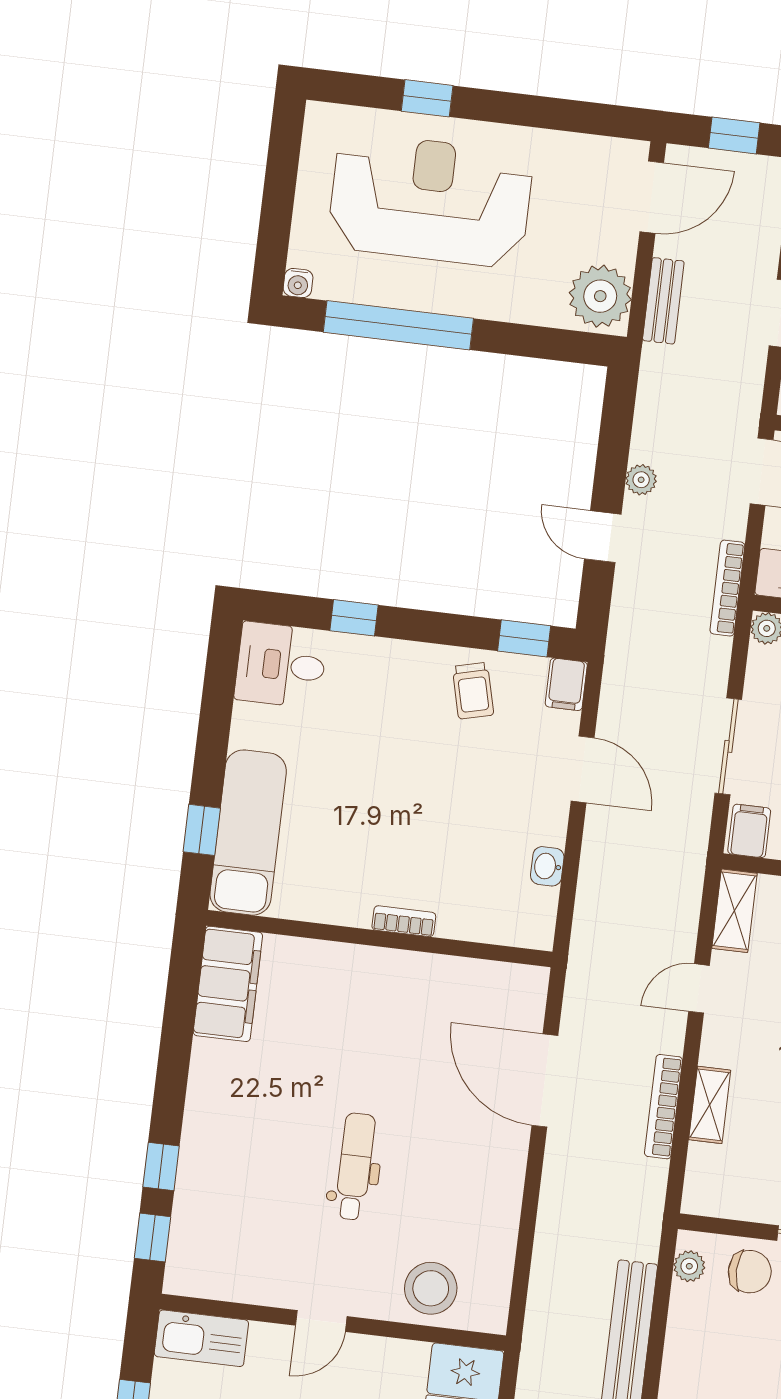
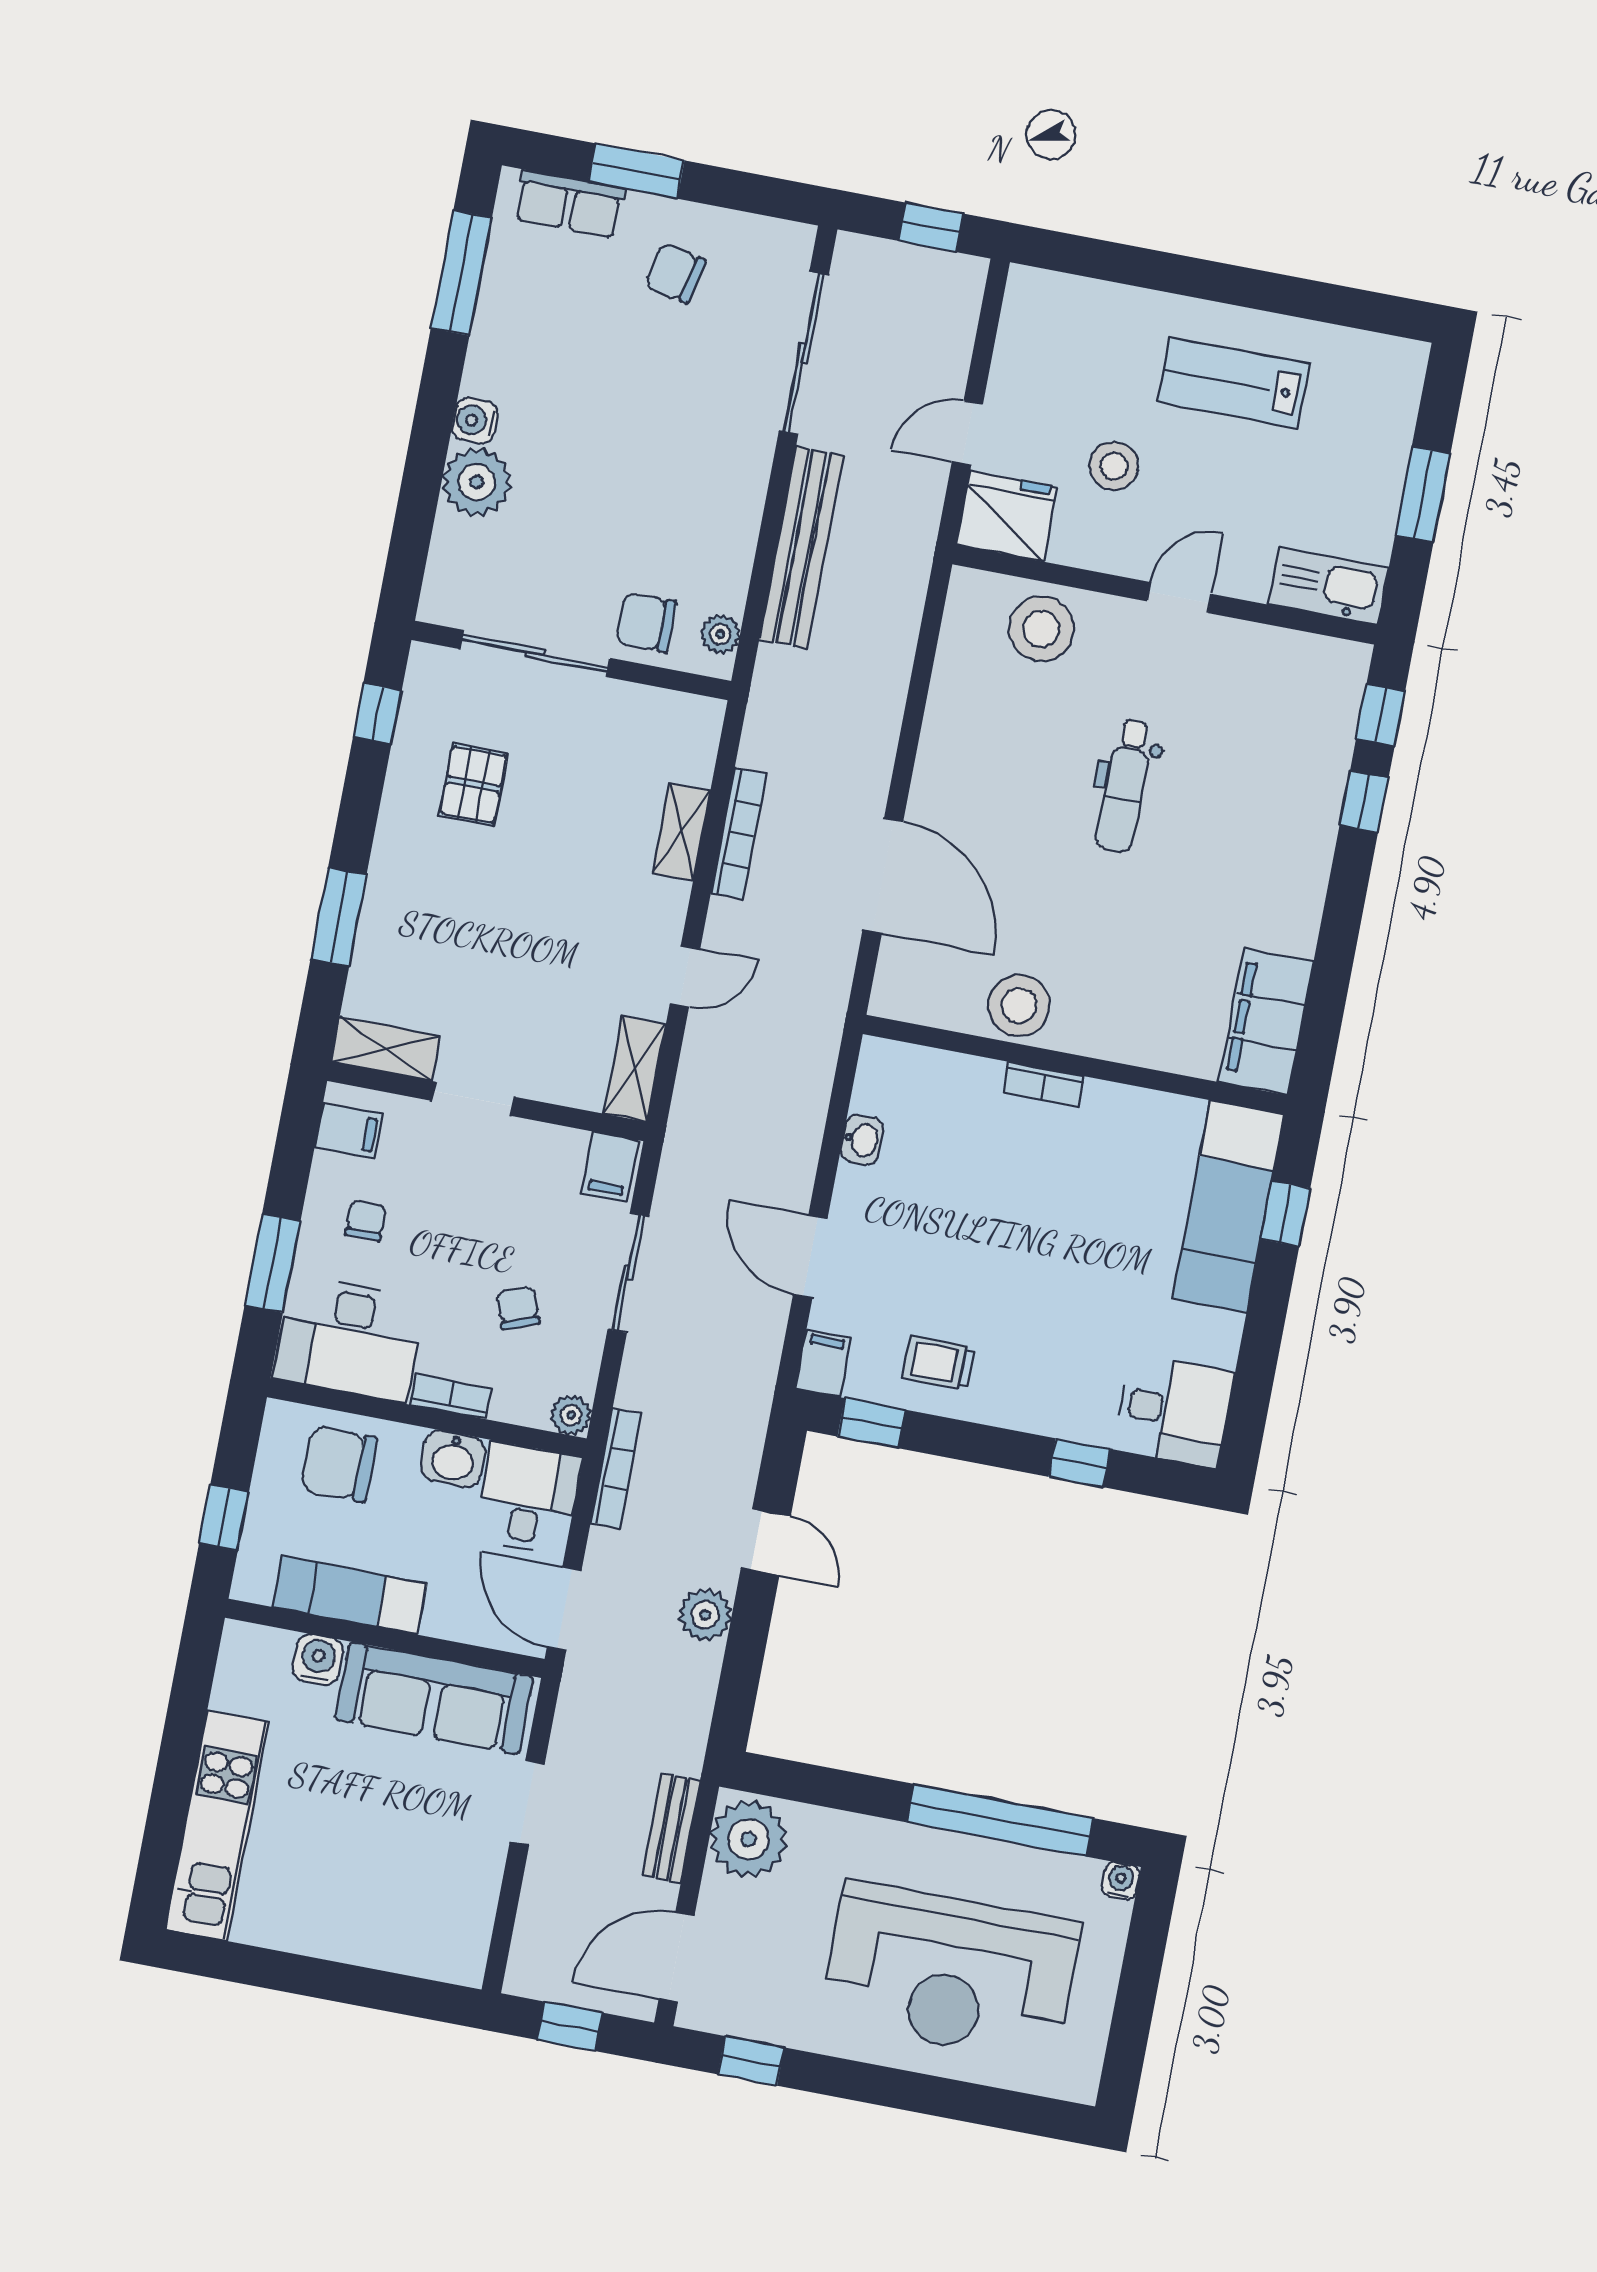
window: (427, 98) -> (751, 2061), moved
plant: (641, 480) -> (705, 1615), width x1.38, depth x1.38
trolley: (473, 691) -> (939, 1363), turned -76
stool: (428, 983) -> (1019, 1005), added

